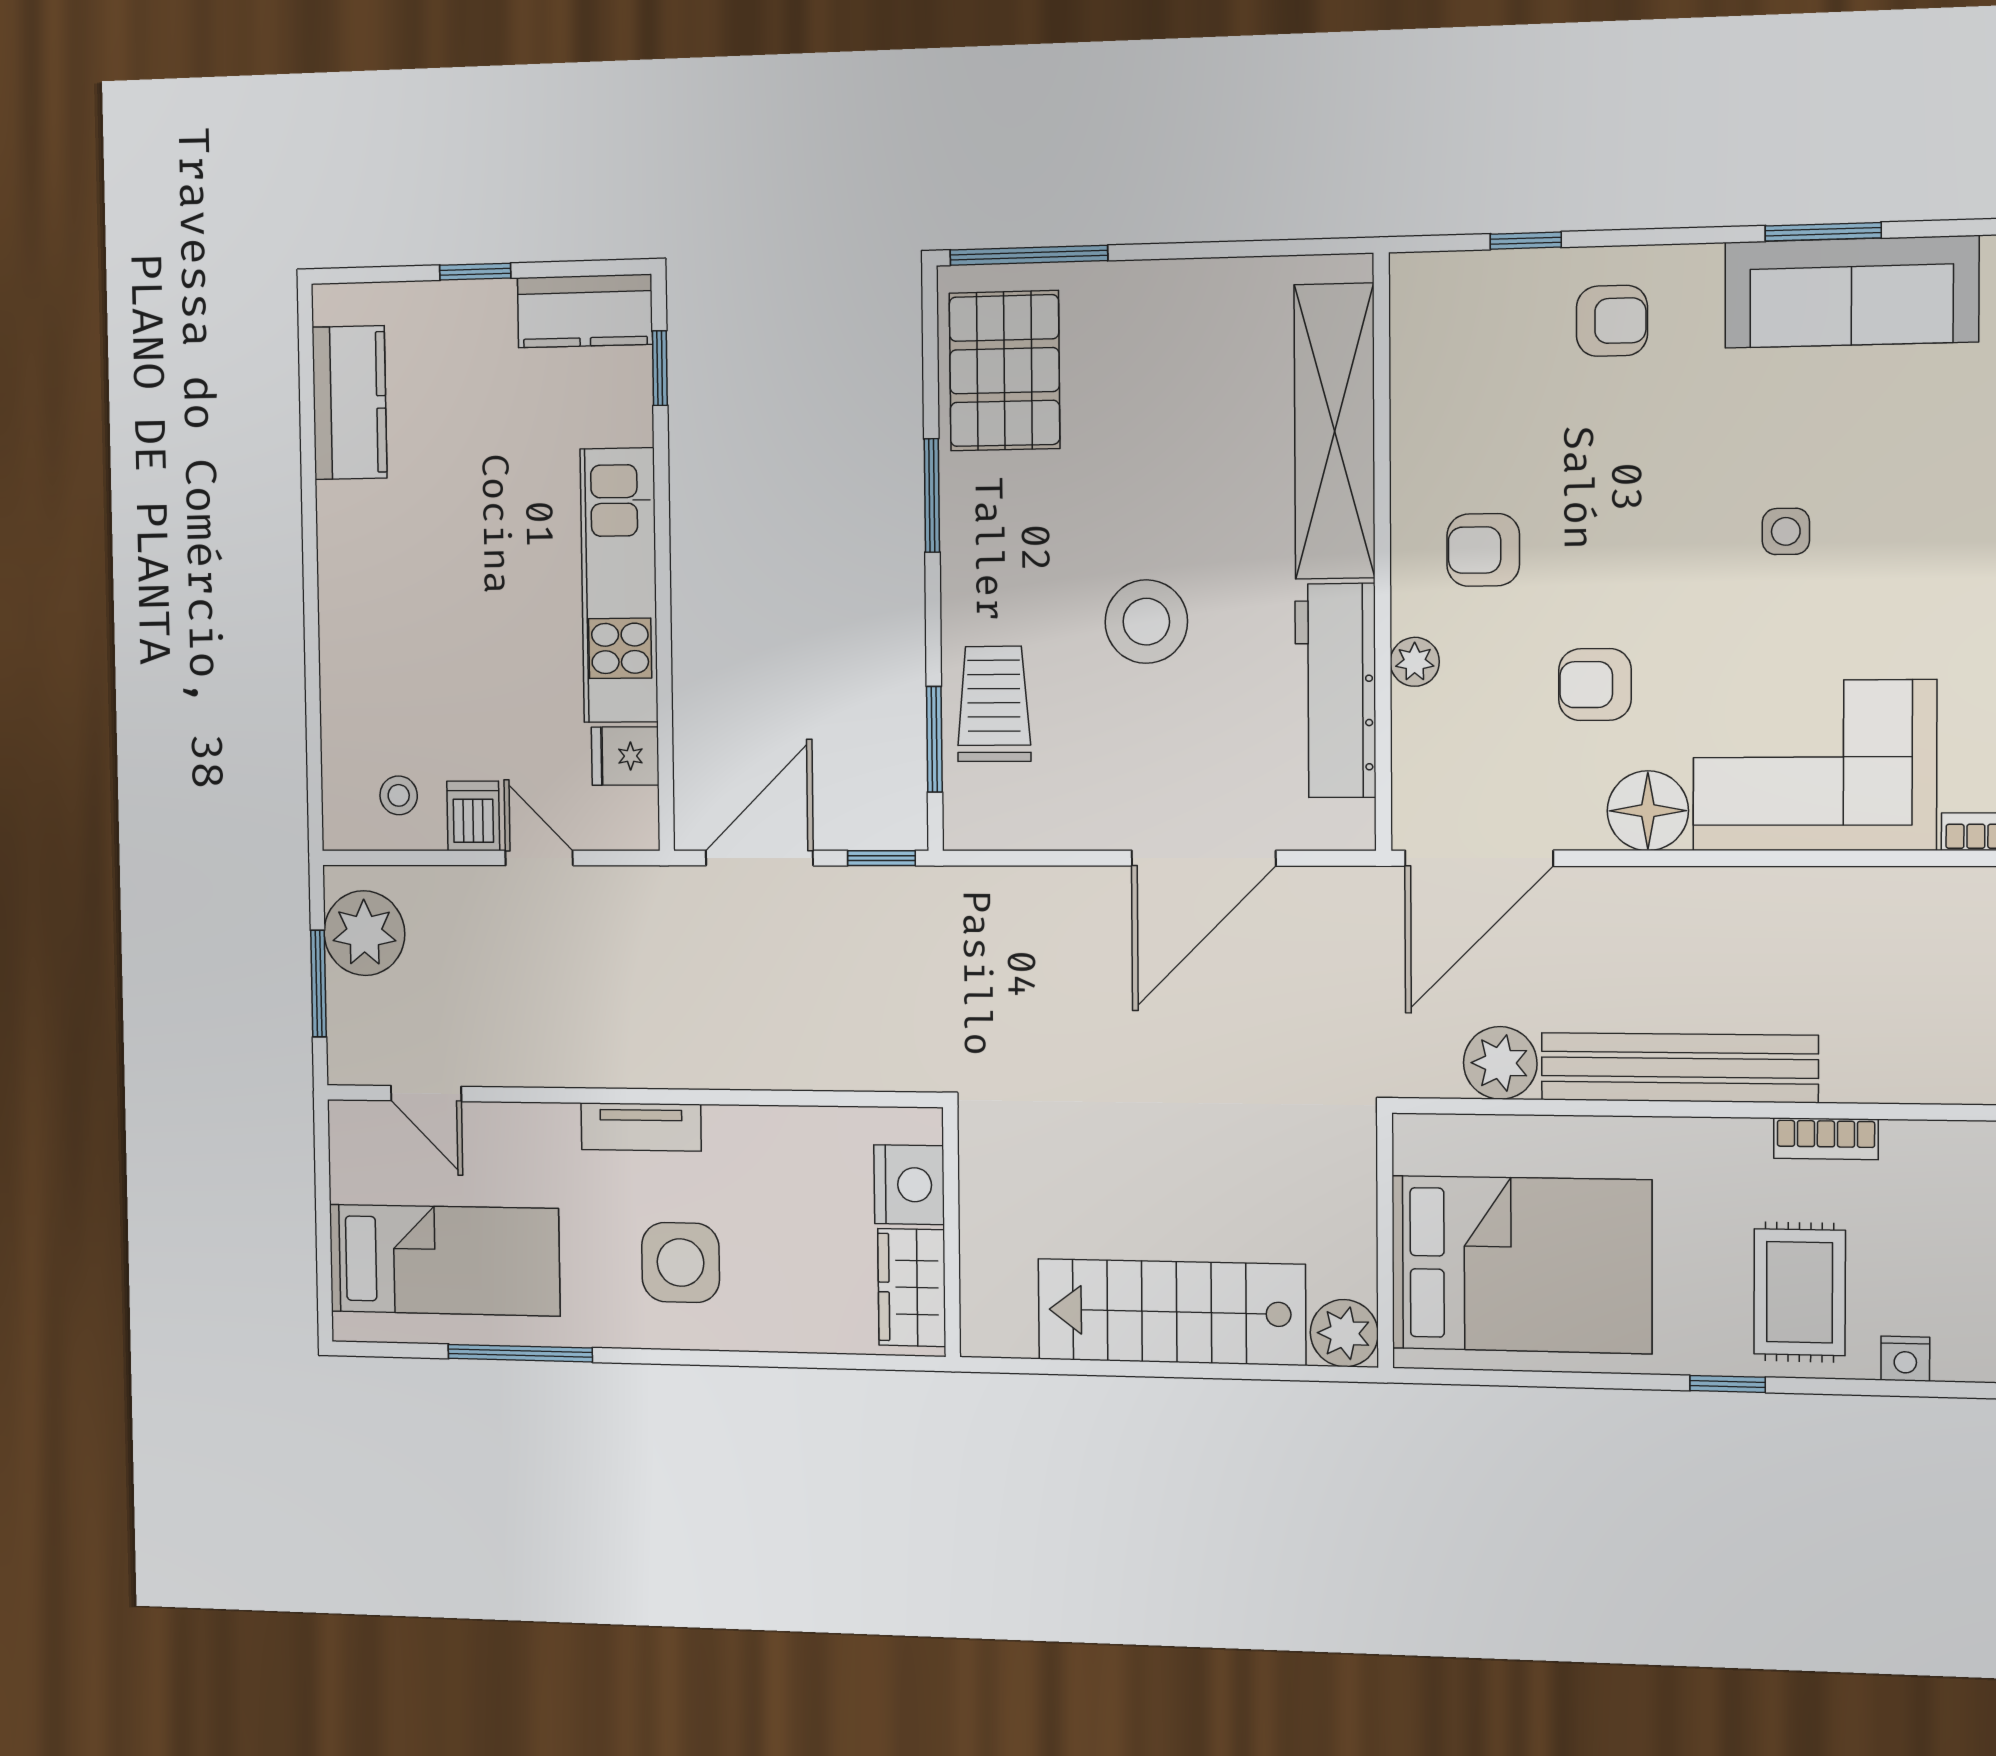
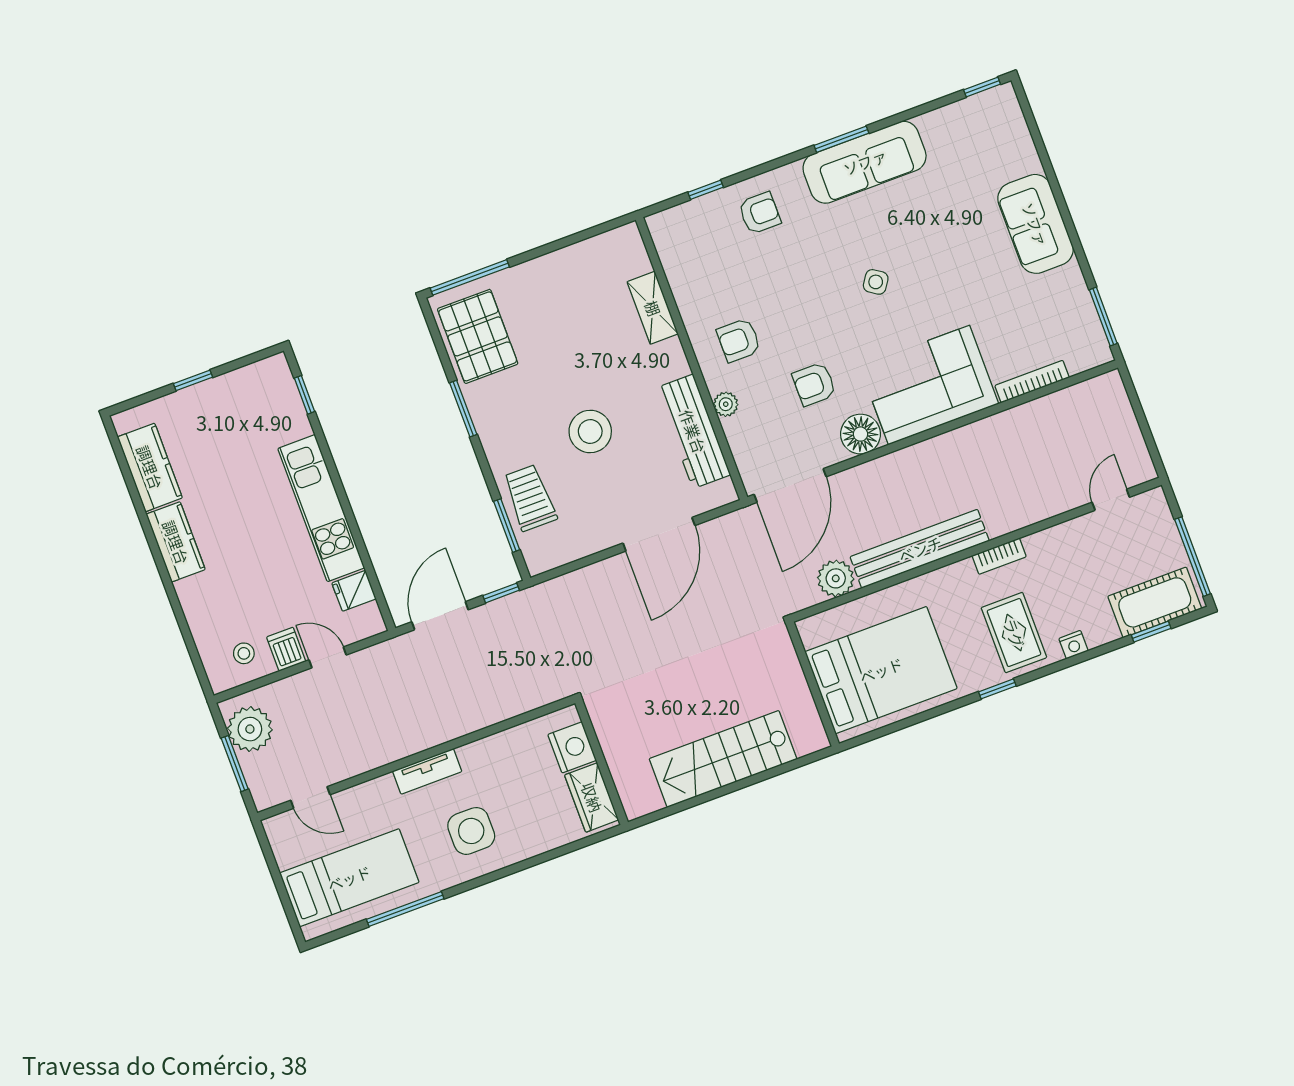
kitchen counter: (585, 311) -> (176, 542), moved, turned -90
shelving: (1335, 431) -> (653, 308), width x0.45, depth x0.75
side table: (1786, 531) -> (876, 282), turned 34
plant: (1344, 1333) -> (810, 736), removed

